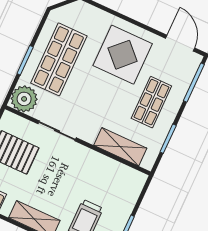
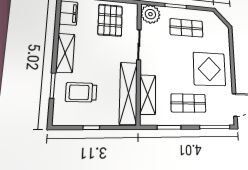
shop shelf: (59, 59) -> (187, 28), width x0.70, depth x0.74
shelving: (109, 168) -> (128, 93), added

